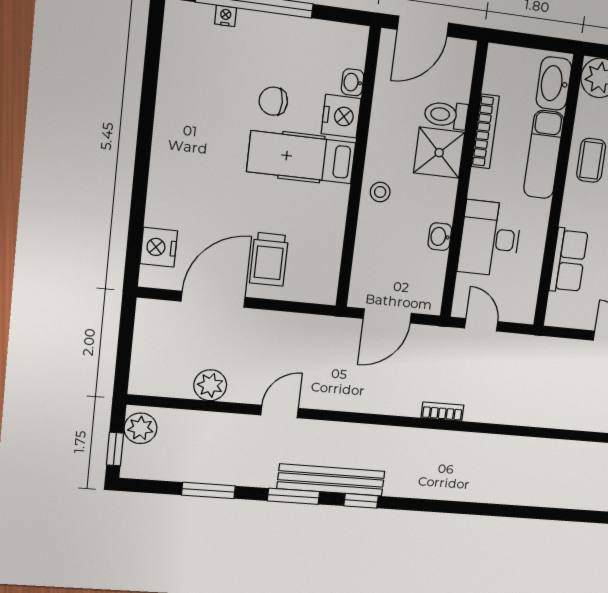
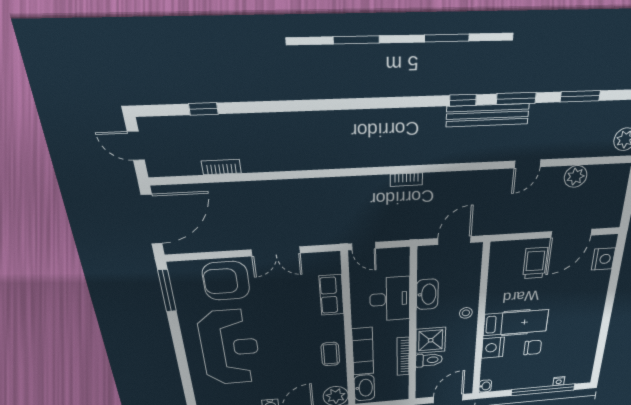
washbasin: (353, 82) -> (485, 386), moved
washbasin: (440, 237) -> (427, 294), width x1.91, depth x1.45
door: (481, 325) -> (364, 246), moved

